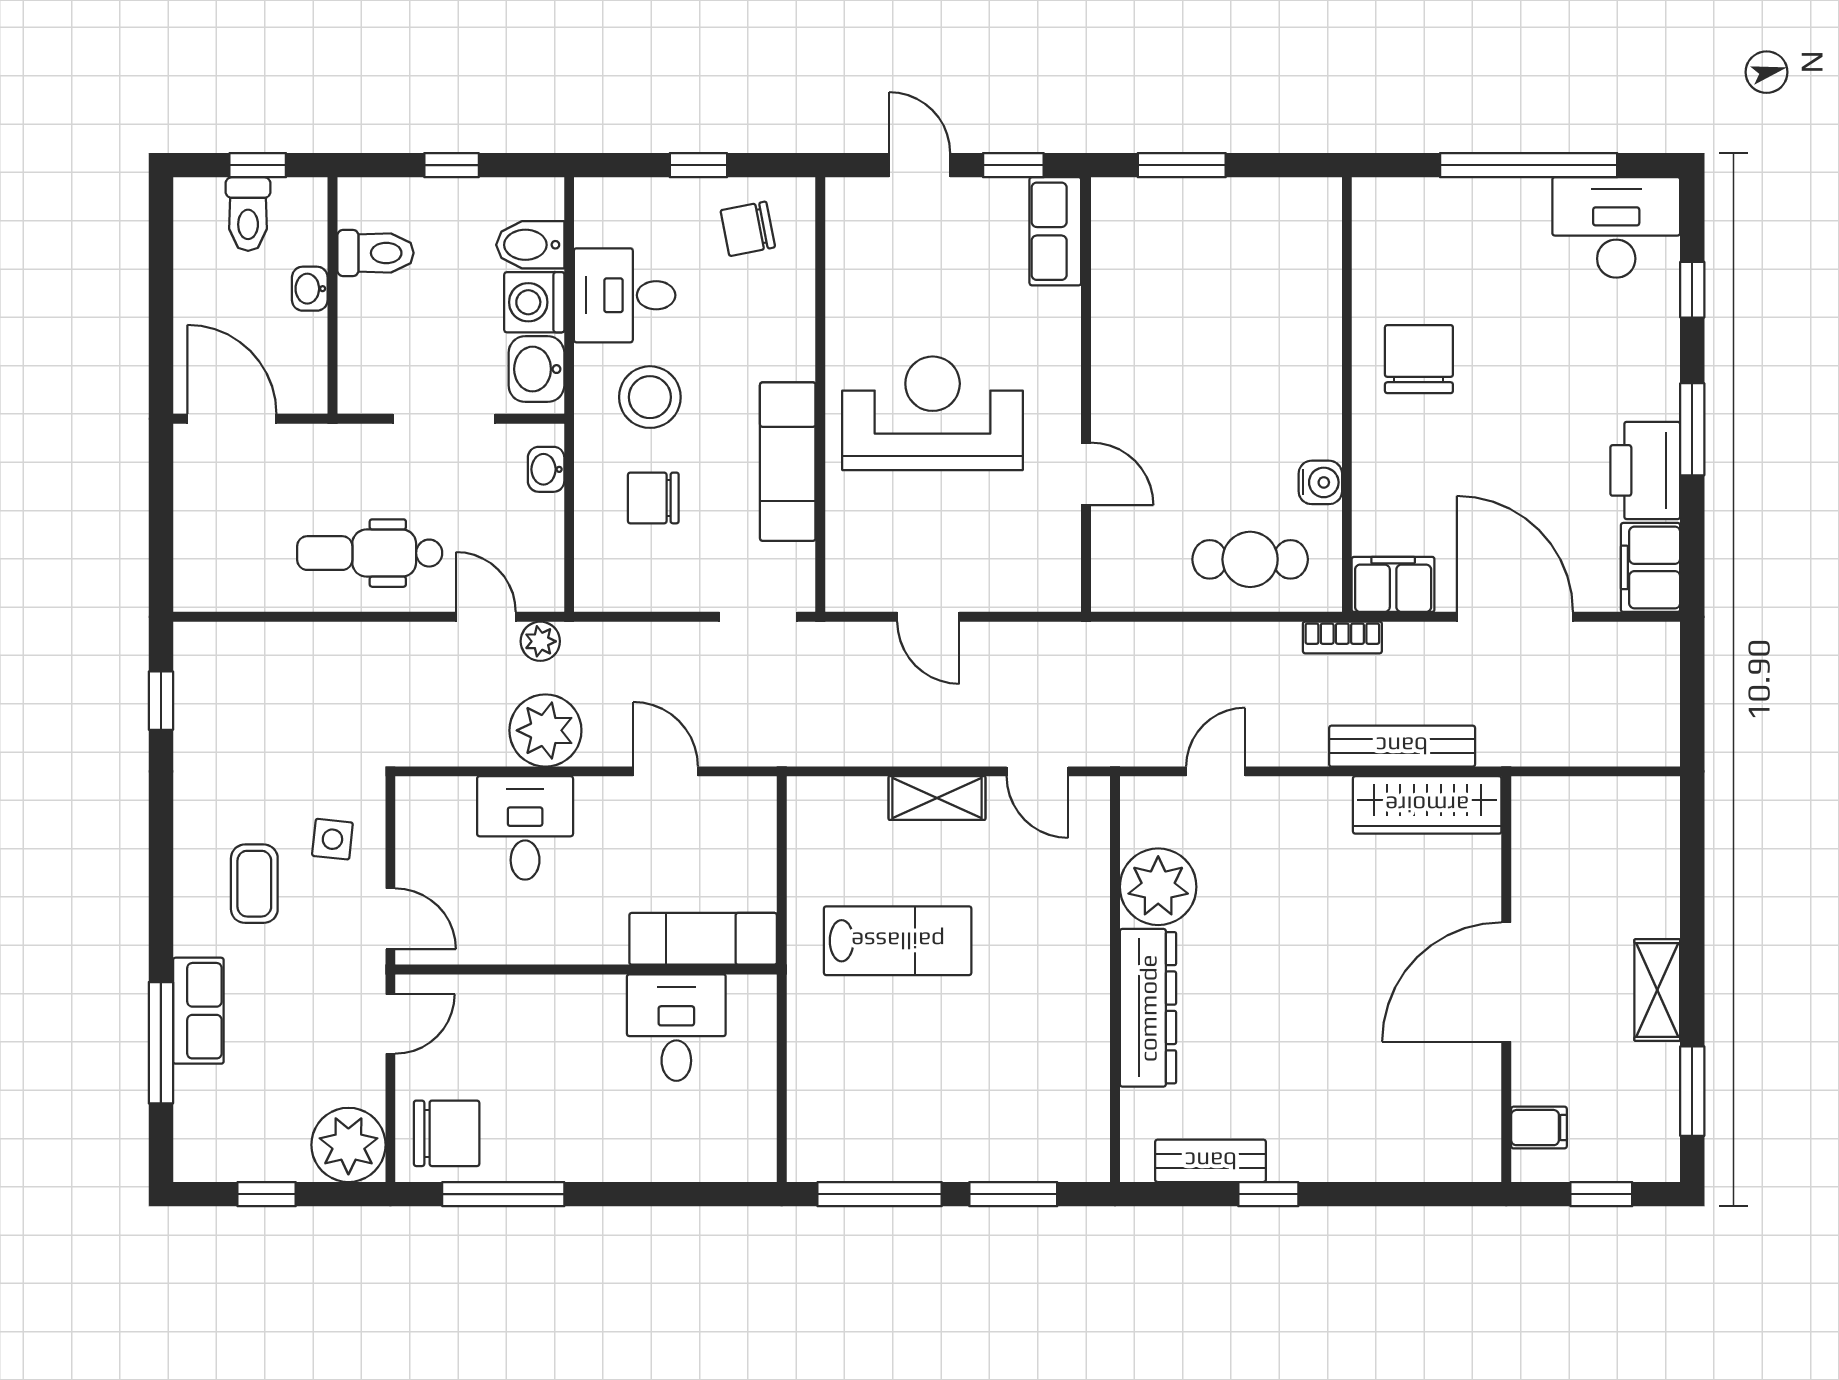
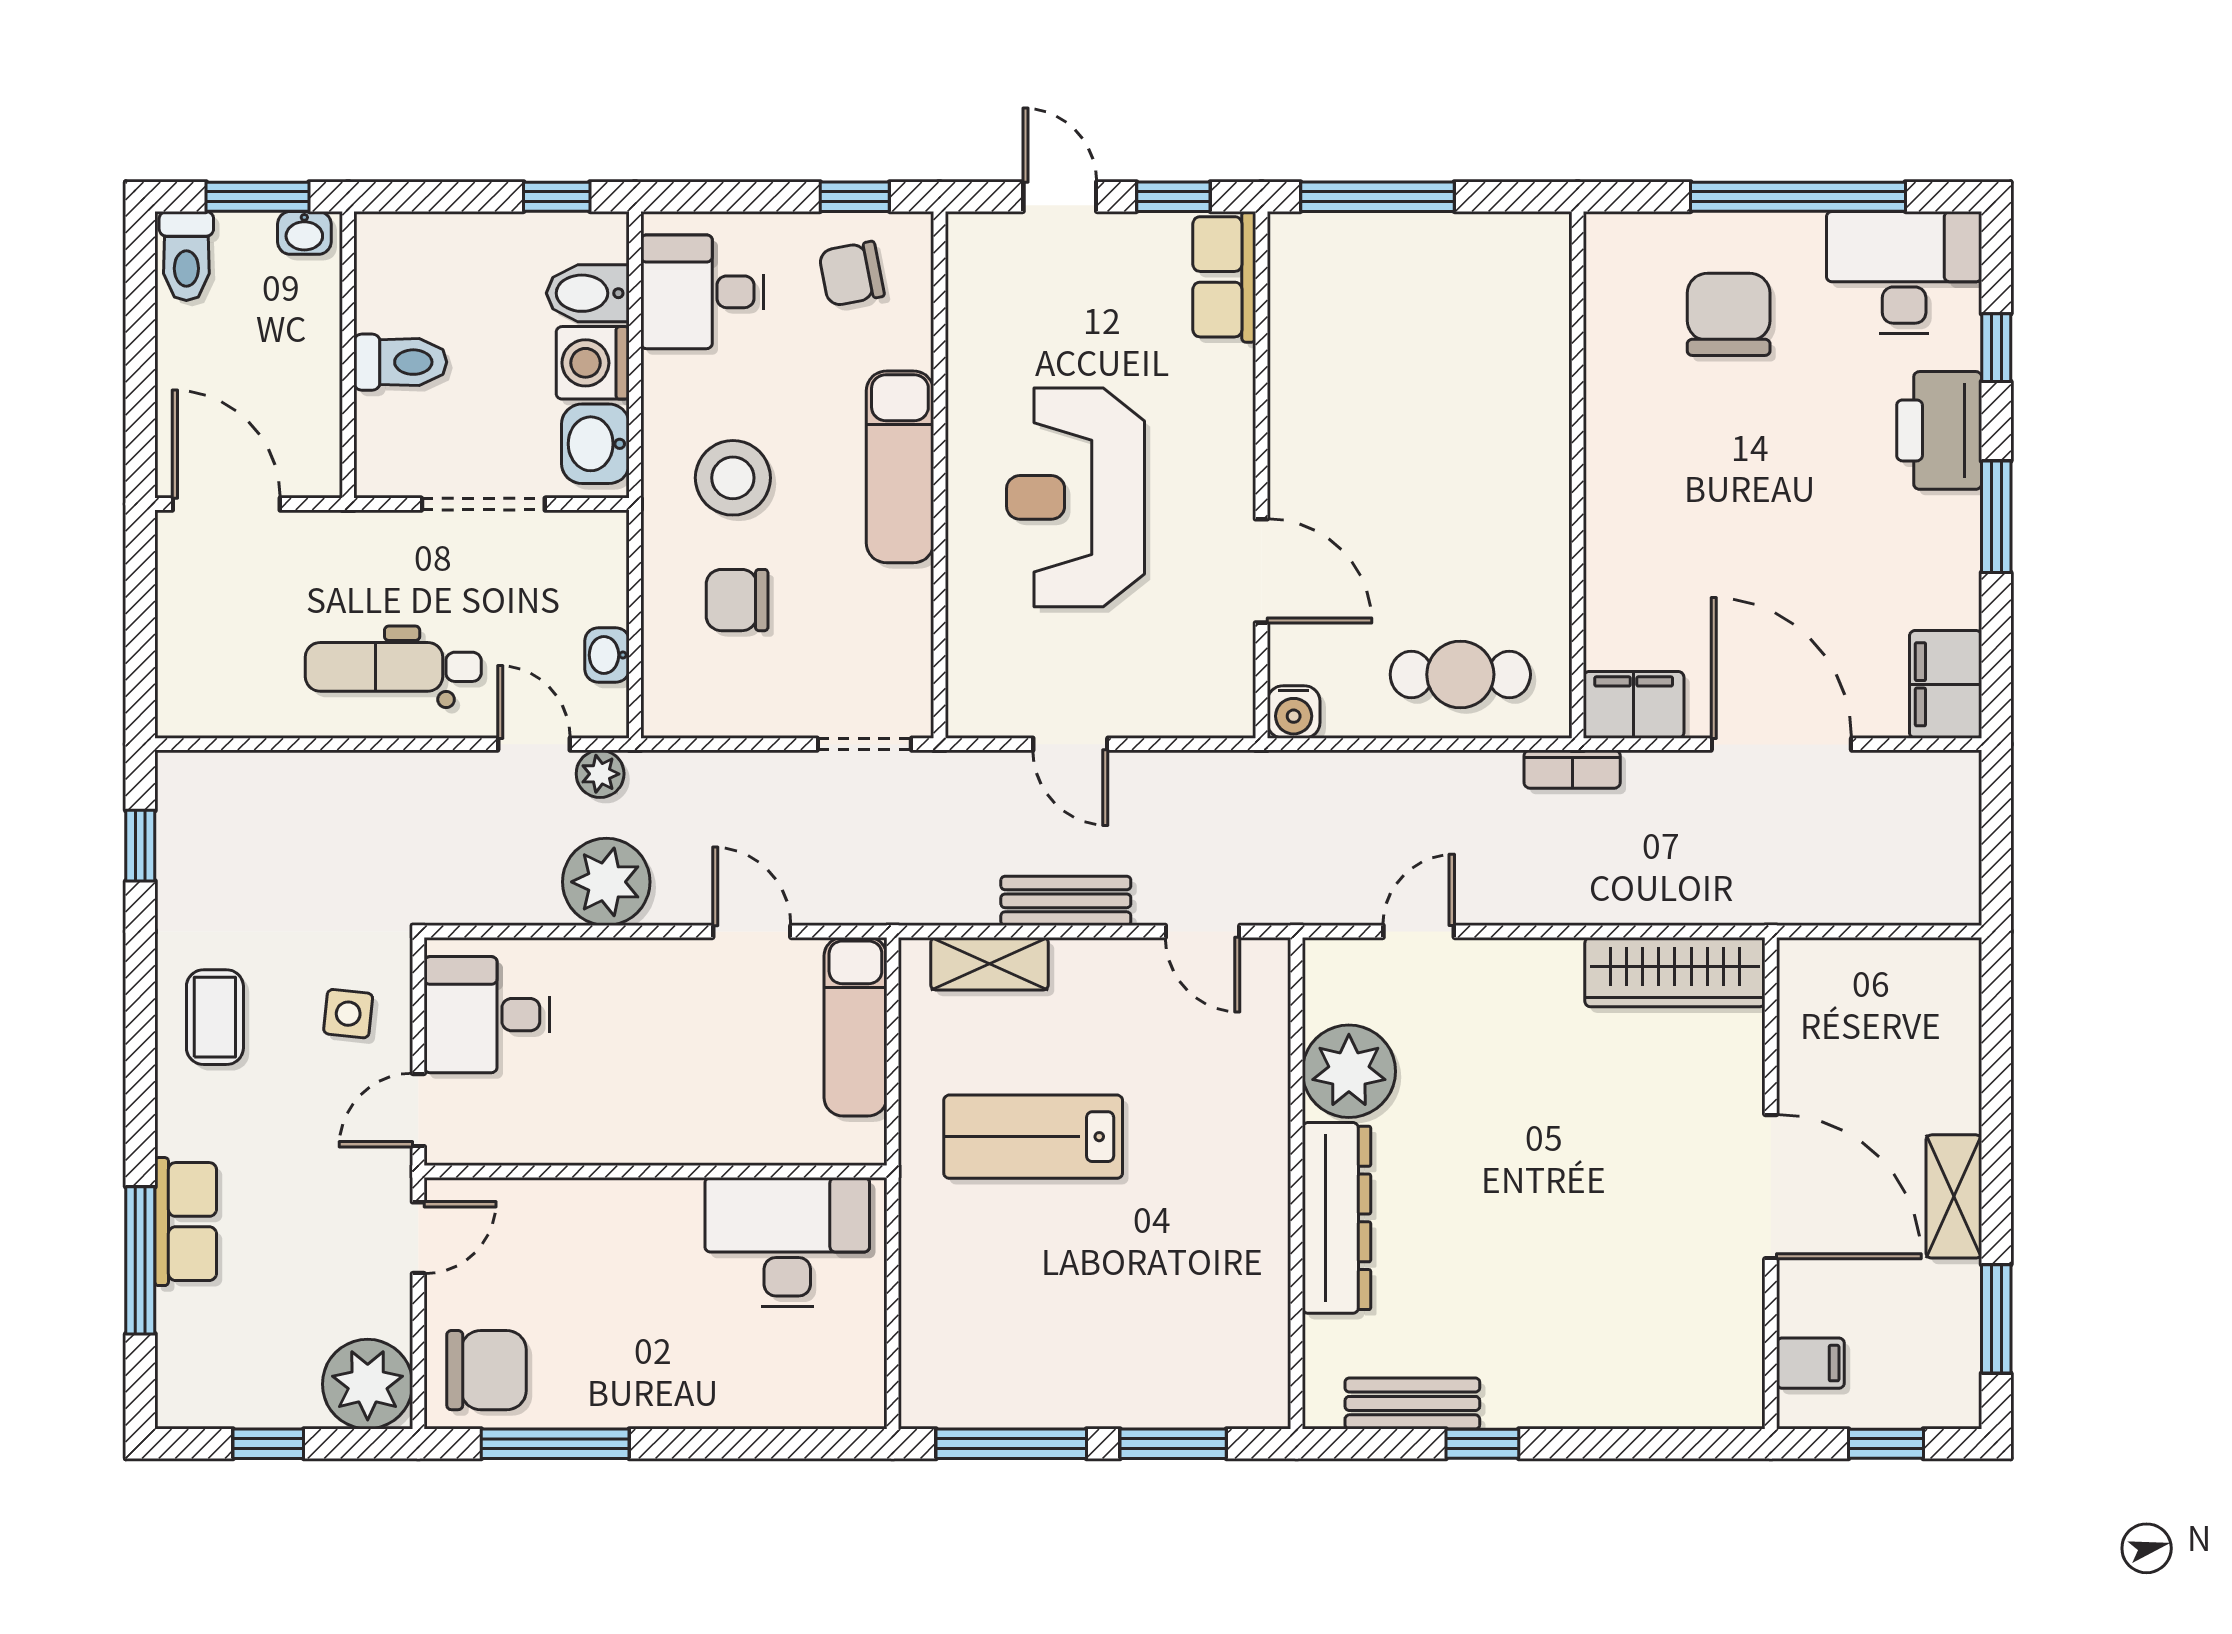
window: (258, 165) -> (258, 197), width x1.50
window: (452, 165) -> (557, 197), moved
window: (698, 165) -> (855, 197), moved
window: (1182, 165) -> (1377, 197), width x1.44
toilet: (248, 214) -> (186, 256), moved
toilet: (375, 253) -> (400, 362), moved
washbasin: (310, 289) -> (304, 233), moved, turned -90
desk: (625, 295) -> (702, 292), moved
chair: (1419, 359) -> (1729, 314), moved
reception desk: (933, 413) -> (1075, 497), turned -90
exam couch: (788, 462) -> (900, 467), moved
washbasin: (546, 469) -> (607, 655), moved
printer: (1645, 470) -> (1939, 430), moved
door: (1086, 474) -> (1261, 571), width x1.38
water cooler: (1320, 482) -> (1294, 712), moved, turned 90
bench: (1402, 746) -> (1066, 901), moved, width x0.73
shelving: (937, 798) -> (990, 964), moved
desk: (525, 828) -> (487, 1015), moved, turned -90
coffee table: (254, 884) -> (215, 1017), moved
door: (390, 919) -> (418, 1110), swing flipped
exam couch: (703, 939) -> (855, 1027), moved, turned -90
lab bench: (898, 941) -> (1033, 1137), turned 180
door: (1506, 982) -> (1771, 1187), swing flipped
desk: (676, 1028) -> (787, 1242), width x1.37

